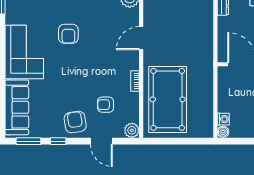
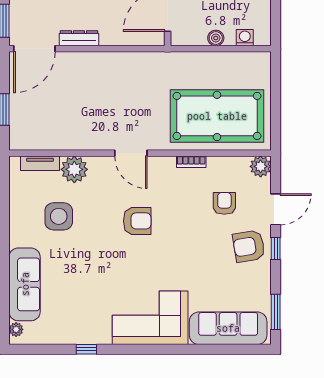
armchair: (68, 34) -> (137, 221), moved
armchair: (106, 105) -> (224, 203), turned 180
boiler: (223, 132) -> (216, 38), moved
window: (58, 141) -> (276, 249), moved

